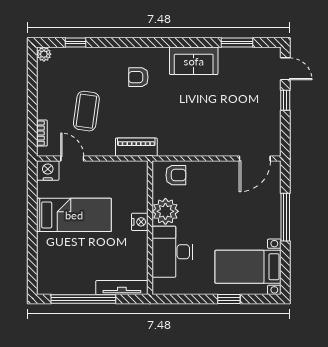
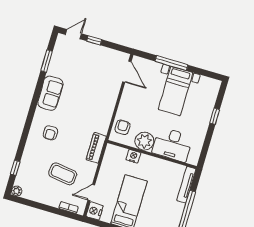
nightstand: (140, 222) -> (133, 156), moved
bed with nightstands: (248, 267) -> (175, 91), moved

